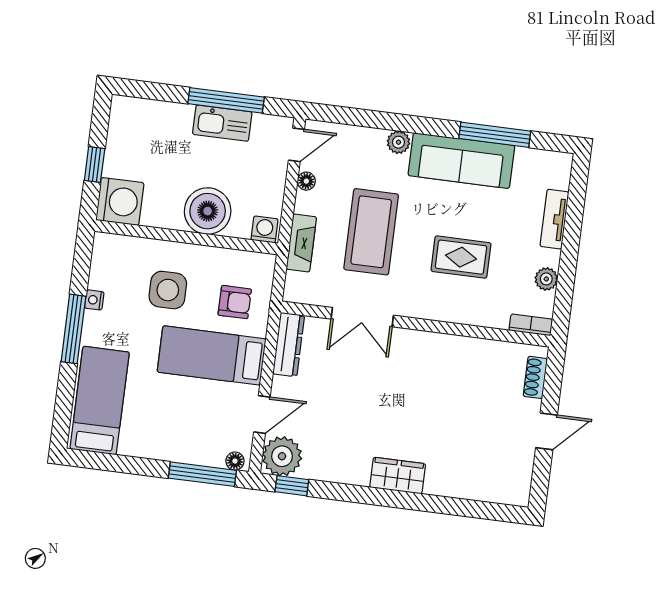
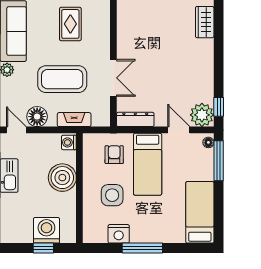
floor lamp: (306, 181) -> (37, 117), width x1.89, depth x1.89
washing machine: (120, 201) -> (46, 230), moved
nightstand: (94, 300) -> (119, 234), width x1.89, depth x1.79
bed: (100, 401) -> (200, 212), moved, turned 90
wardrobe: (398, 476) -> (205, 22), moved

